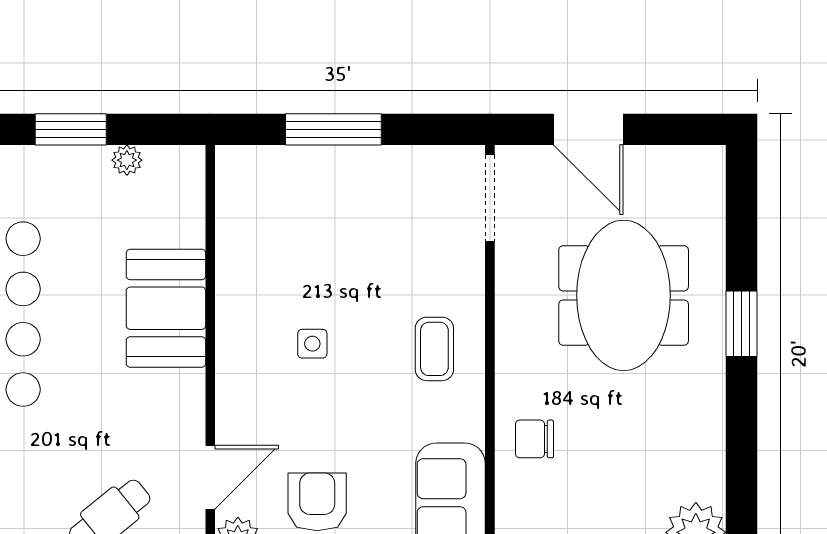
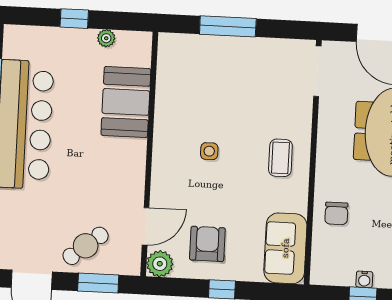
window: (71, 129) -> (74, 19), width x0.67
booth: (166, 308) -> (126, 102), moved
chair: (534, 439) -> (336, 213), turned -90

